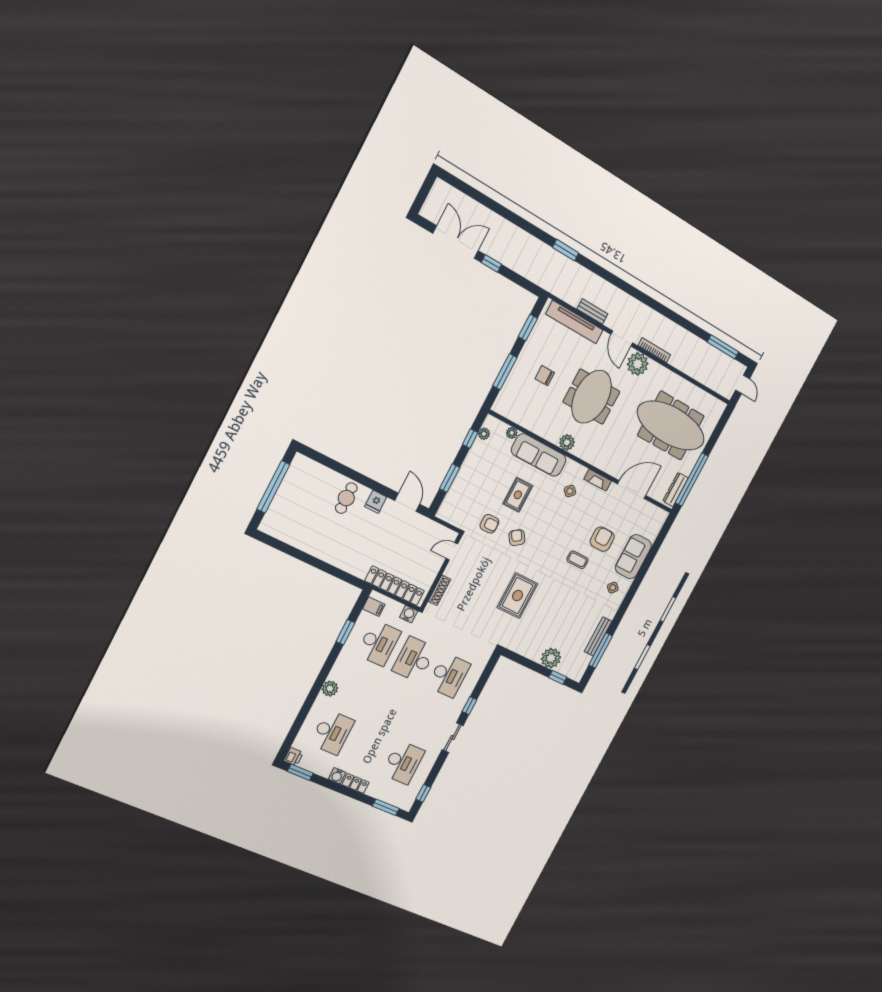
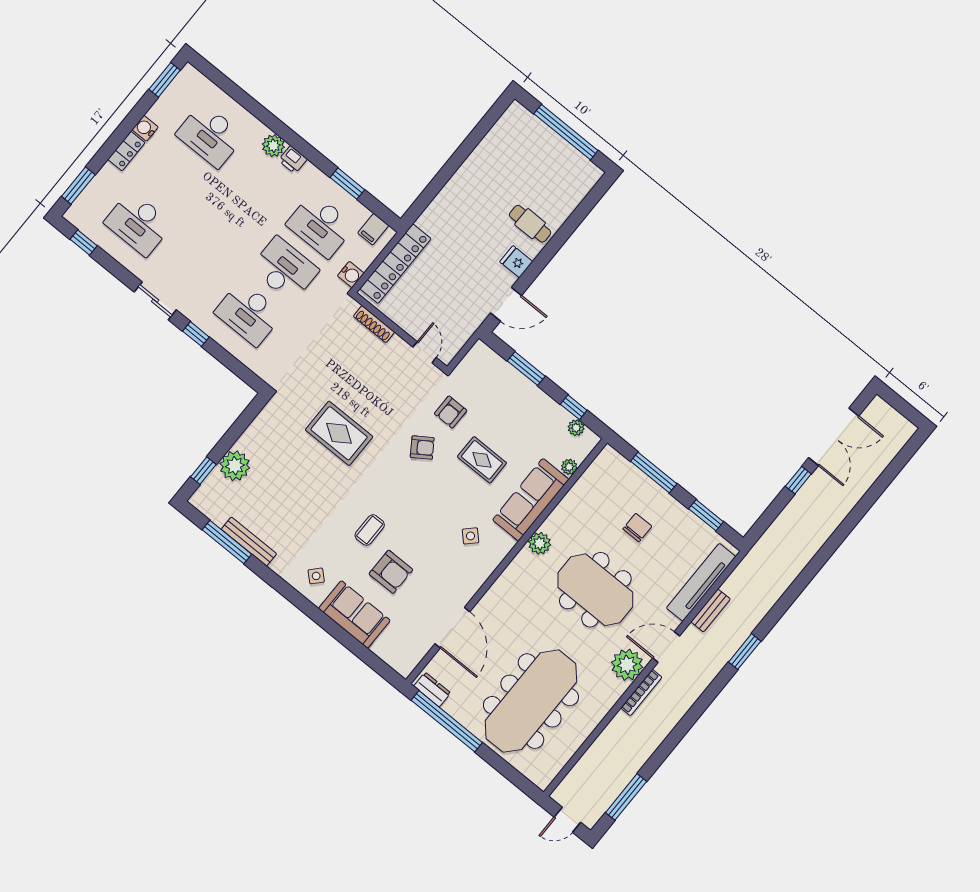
window: (566, 250) -> (745, 652), moved
fireplace: (598, 480) -> (477, 579), removed
dresser: (675, 489) -> (432, 690), width x0.70
printer: (293, 757) -> (293, 160), moved

